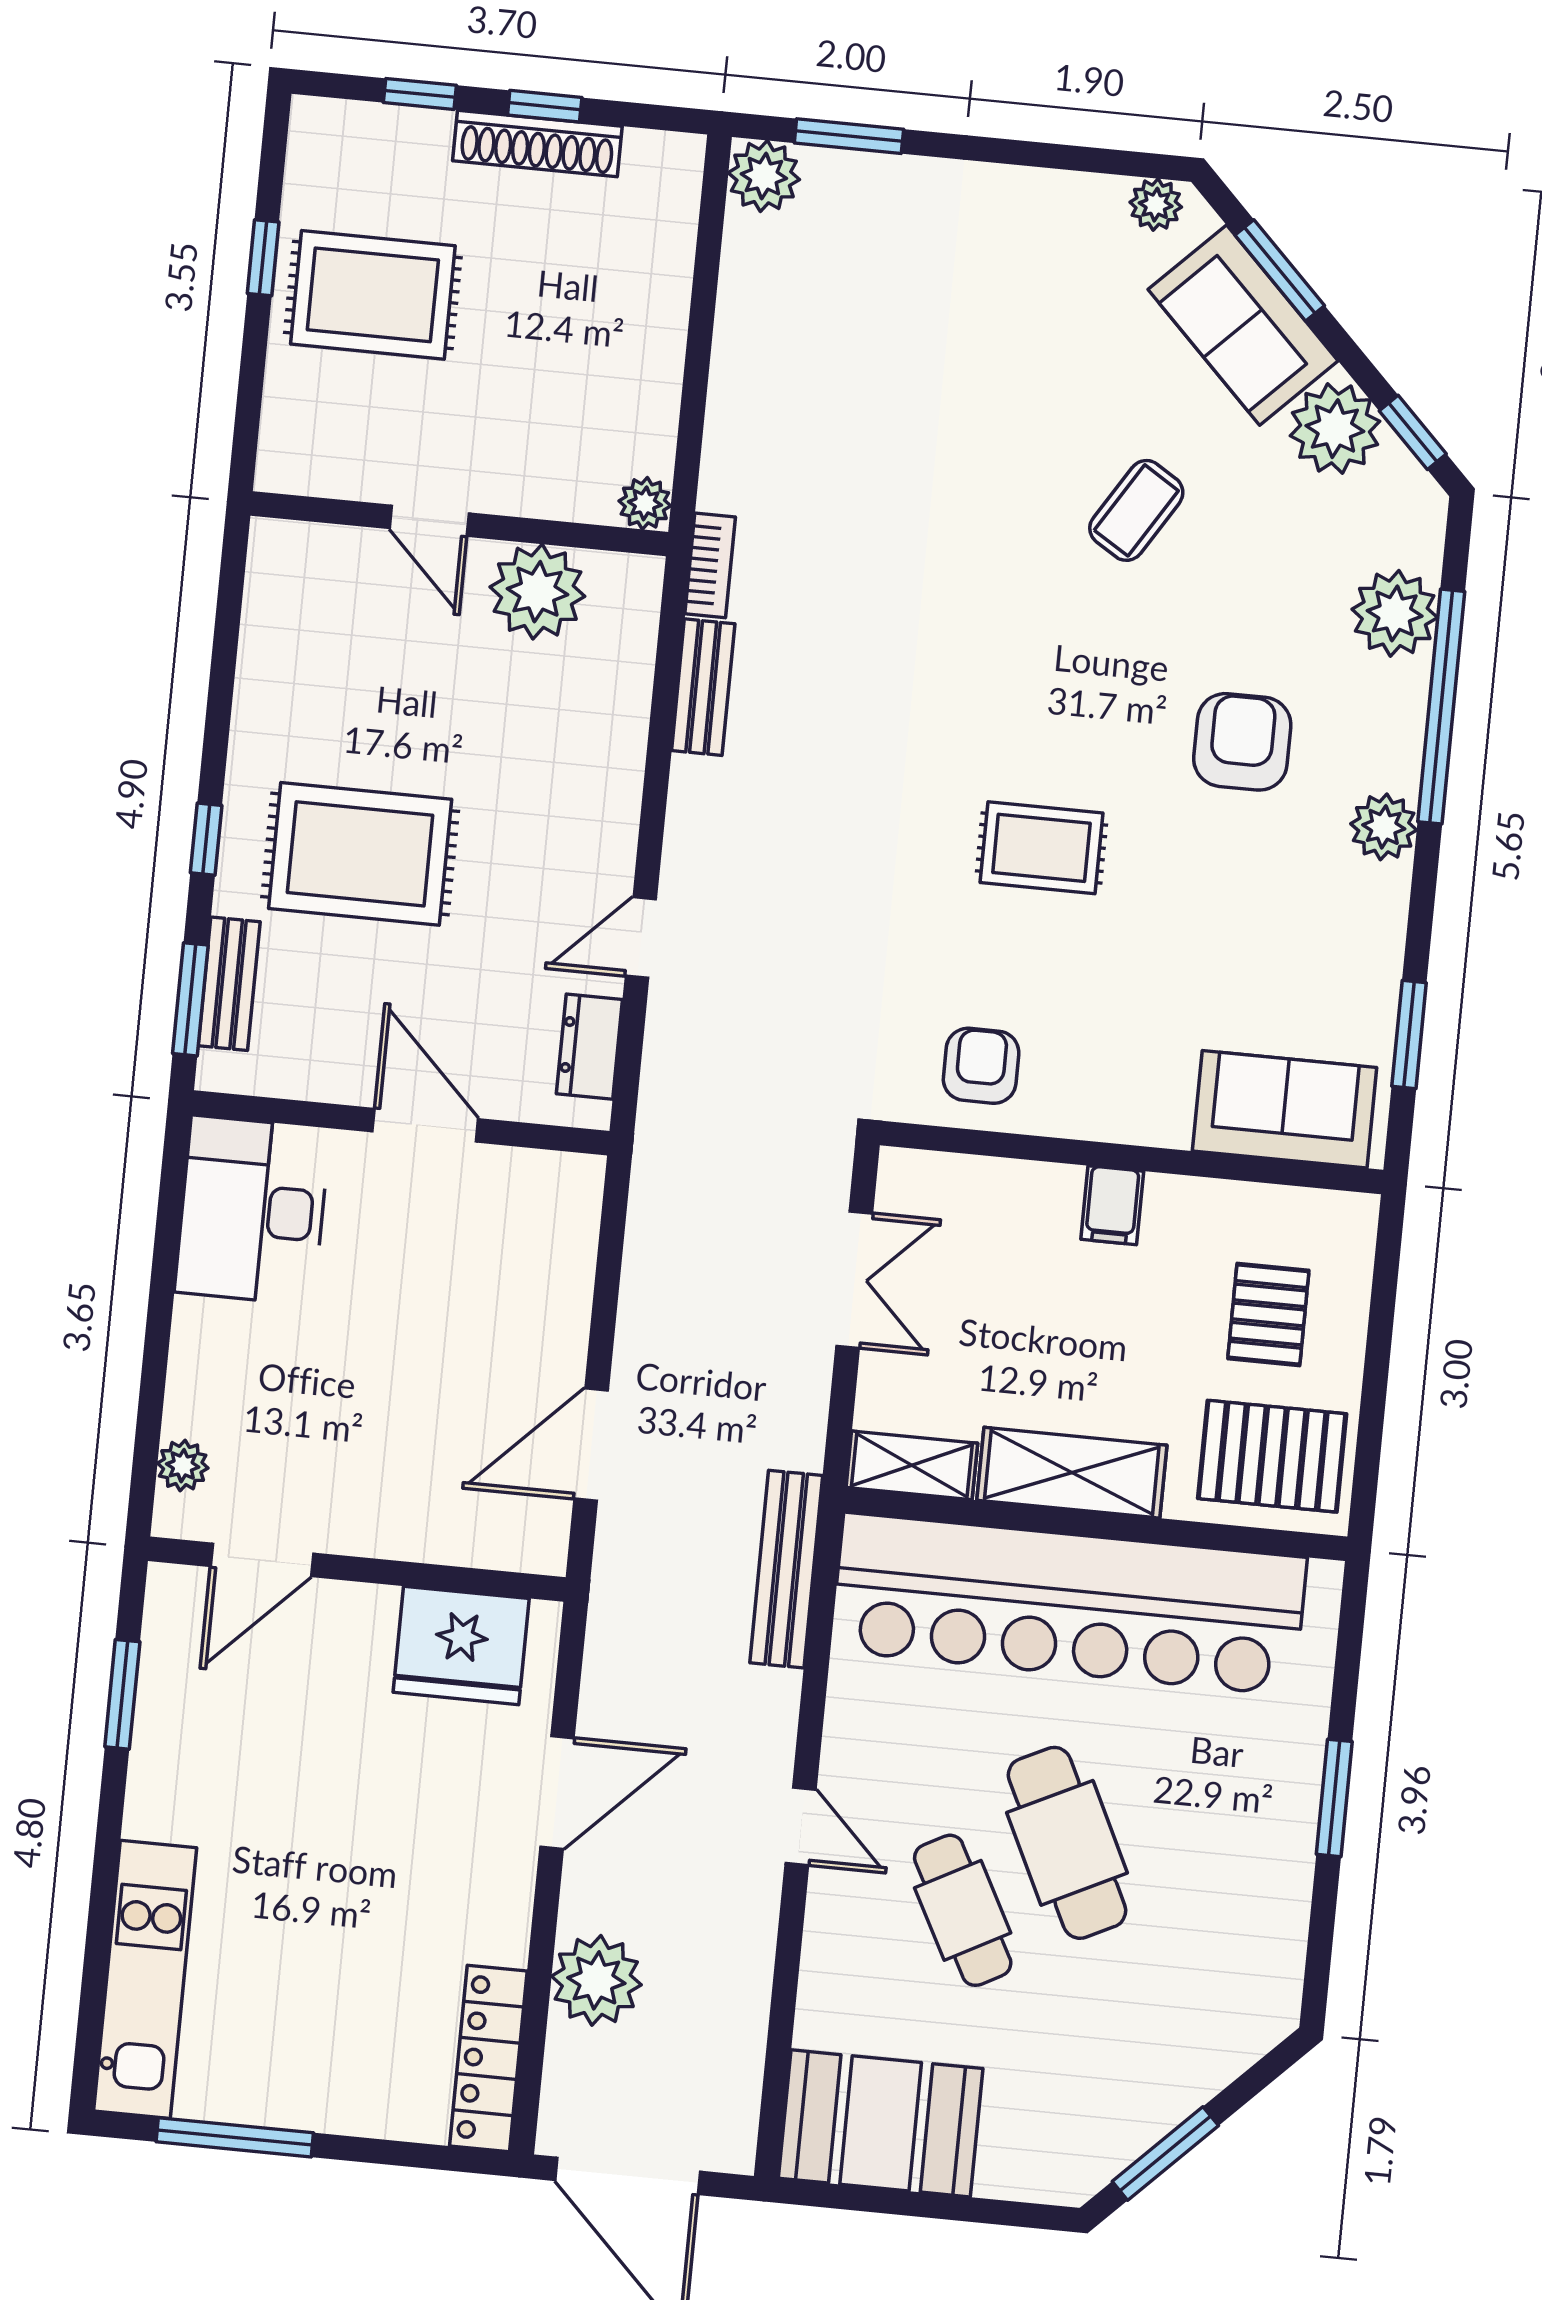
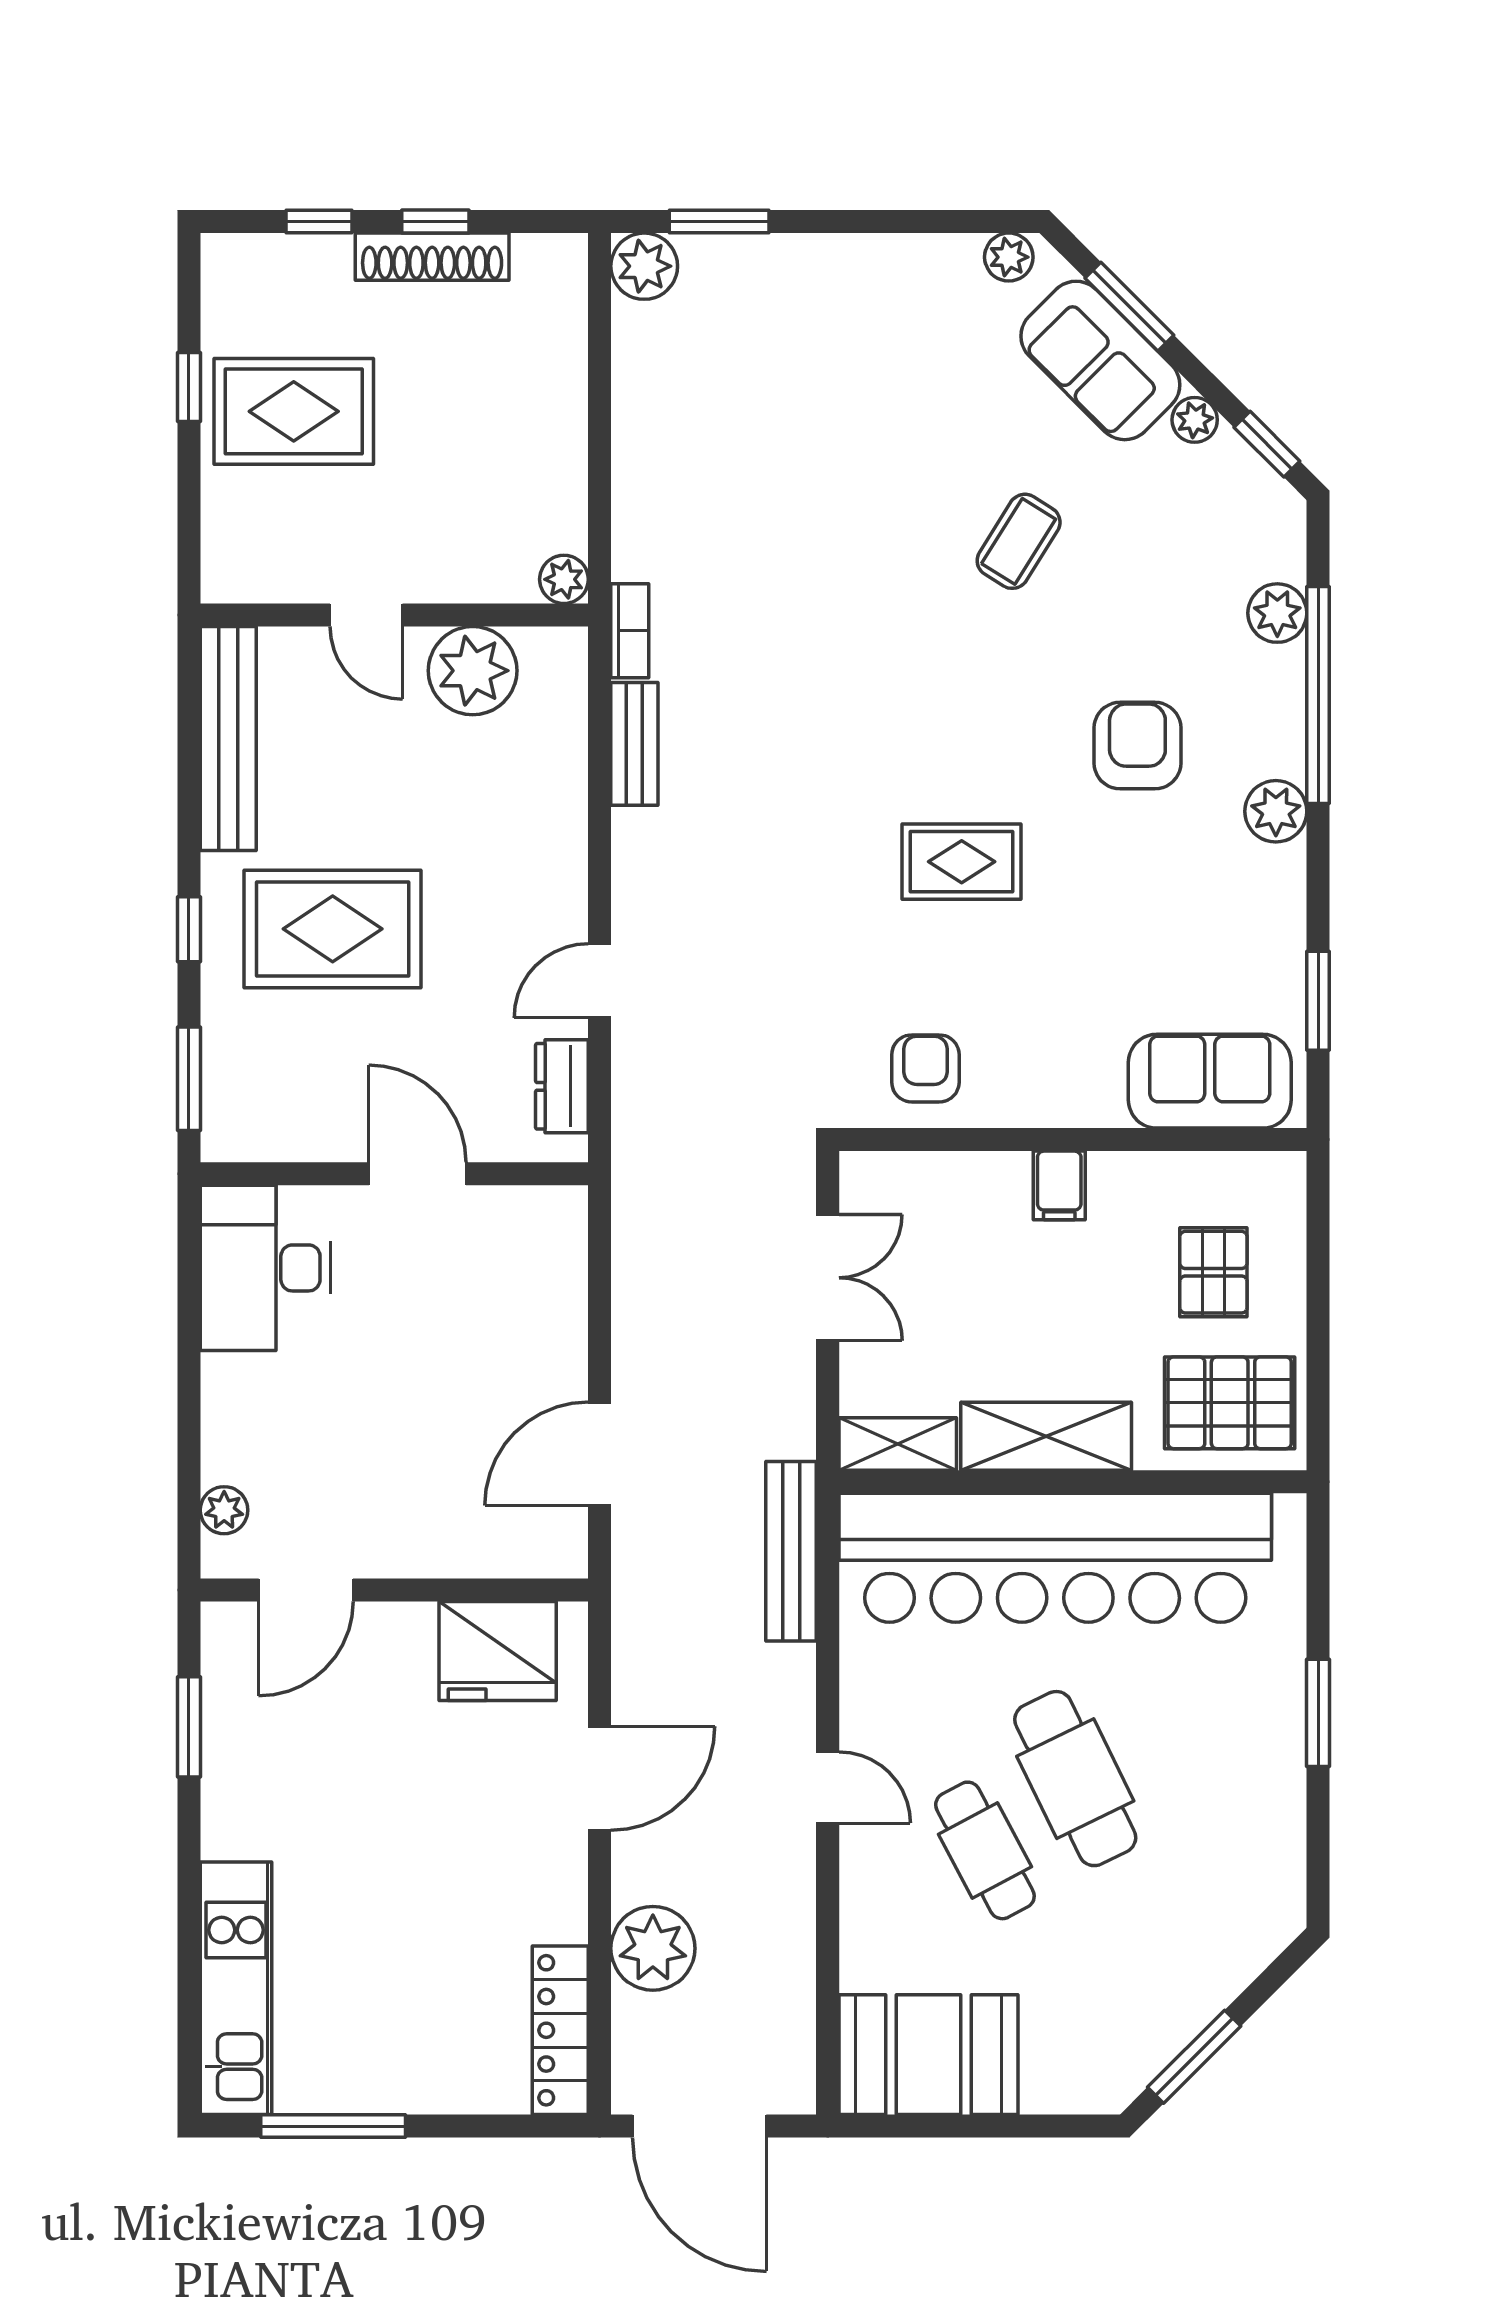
plant: (1335, 429) -> (1195, 420), width x0.53, depth x0.53
plant: (1395, 613) -> (1277, 613), width x0.73, depth x0.73
bench: (229, 984) -> (228, 738), moved, width x1.86, depth x1.21

